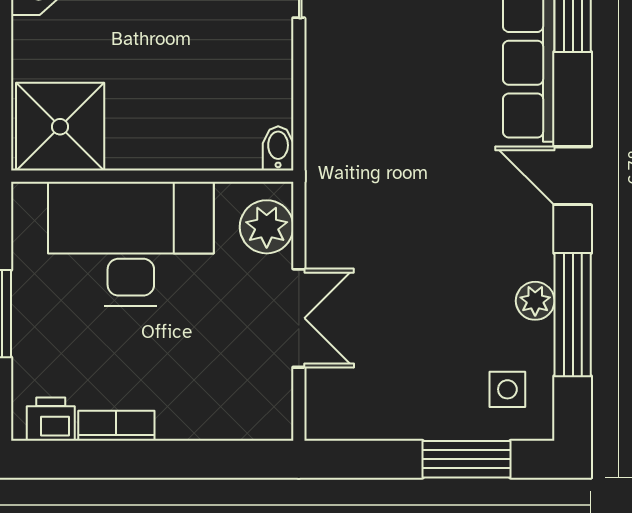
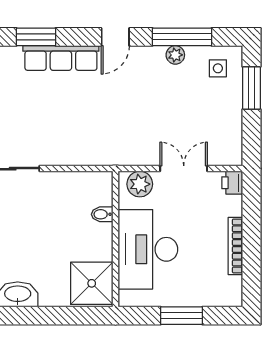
bidet: (278, 148) -> (102, 214), moved
printer: (51, 419) -> (232, 183), moved
bookcase: (116, 426) -> (235, 246), width x1.56

